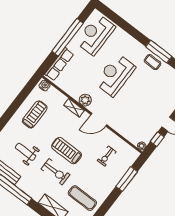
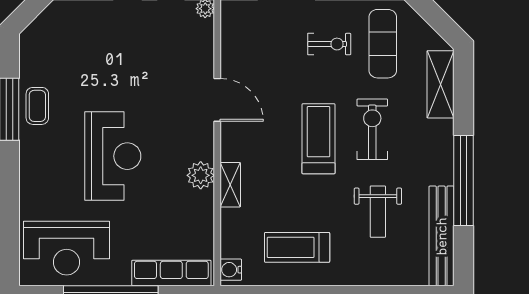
reception desk: (115, 75) -> (113, 156), turned -90
door: (99, 120) -> (217, 100), moved
treadmill: (67, 151) -> (319, 139), turned 180
exercise bike: (107, 156) -> (329, 44), moved

